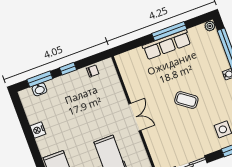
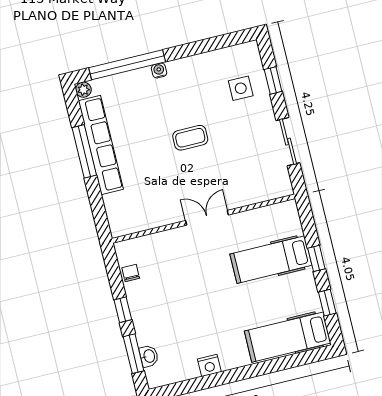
row of seats: (167, 45) -> (101, 145), width x1.36
coffee table: (186, 100) -> (190, 138), turned 54

